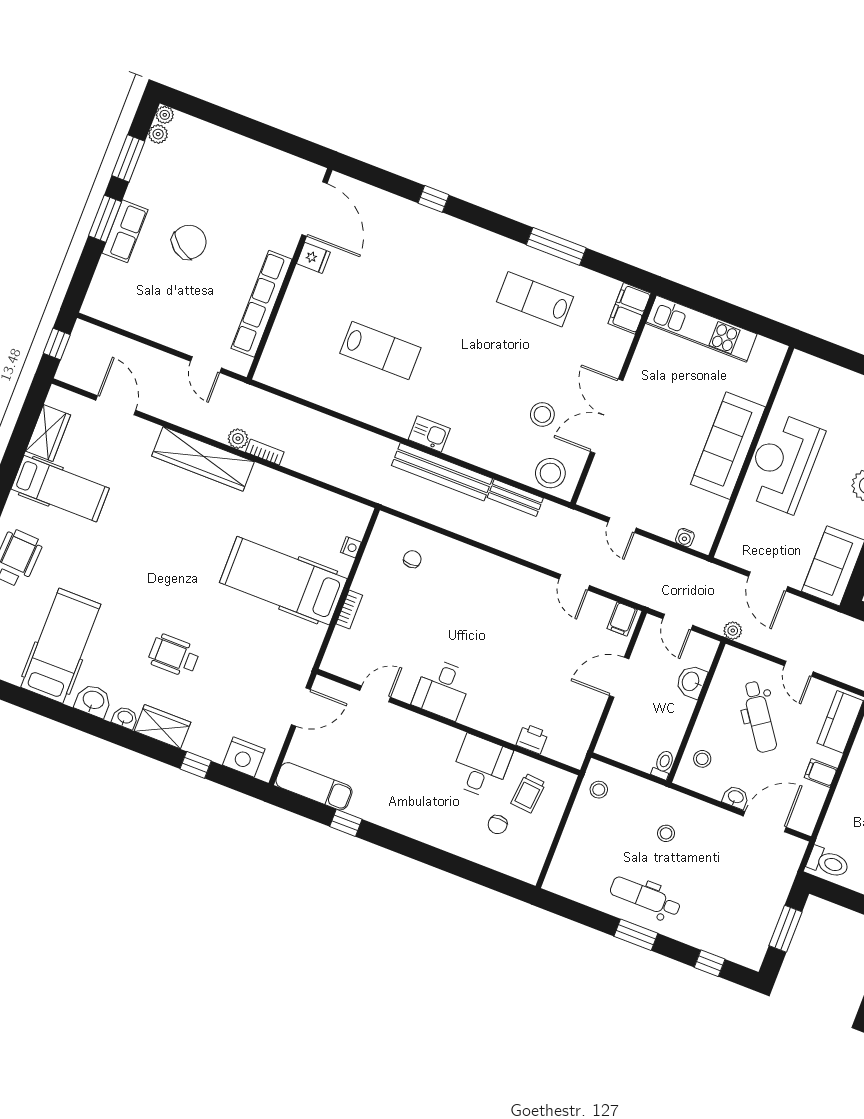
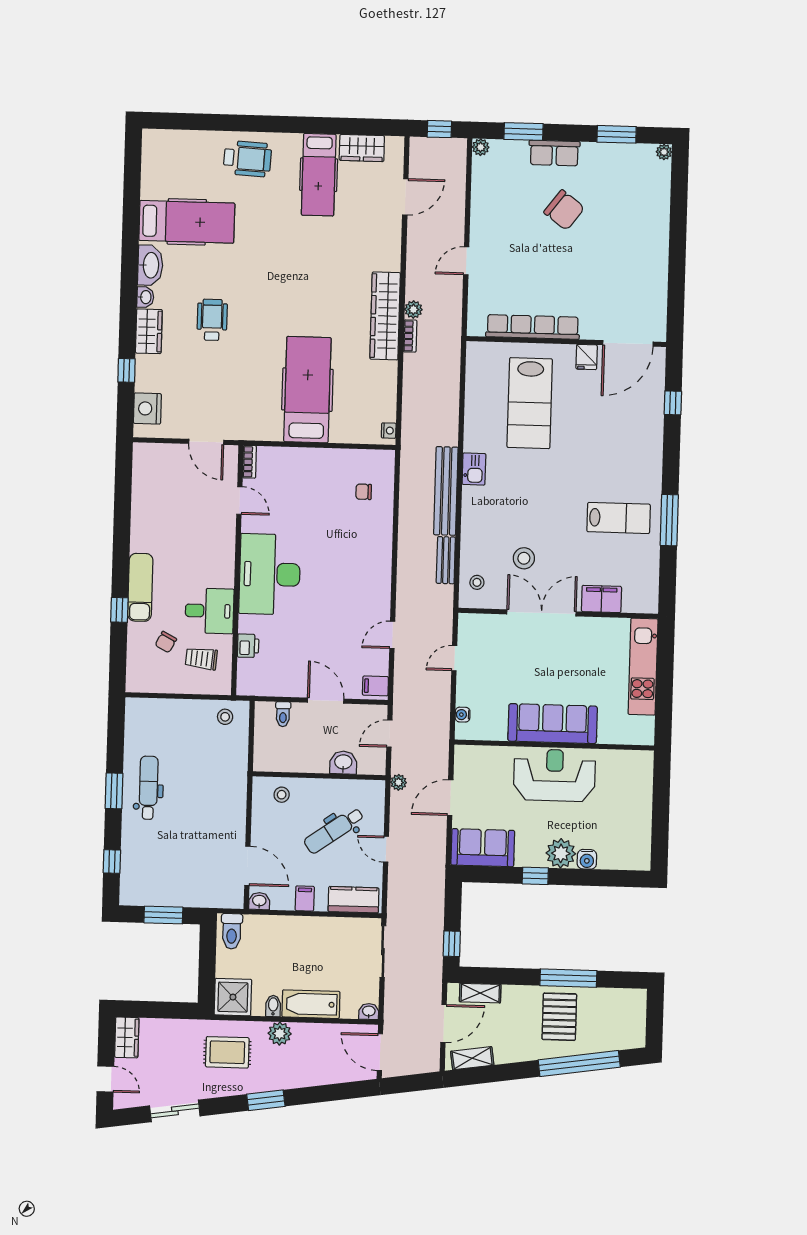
plant: (158, 134) -> (481, 147), moved
door: (314, 209) -> (628, 343), moved
window: (105, 219) -> (523, 132), moved
fridge: (313, 258) -> (587, 357), moved
wall: (290, 274) -> (566, 342), moved
lab bench: (535, 299) -> (619, 518), turned 90
row of seats: (262, 304) -> (533, 327), moved
filing cabinet: (629, 308) -> (601, 599), moved
lab bench: (380, 351) -> (530, 403), width x1.36, depth x1.39
wardrobe: (203, 459) -> (385, 316), moved
stool: (550, 473) -> (477, 582), width x0.53, depth x0.53
nightstand: (351, 547) -> (389, 431), moved, turned -90
chair: (412, 559) -> (364, 492), turned 180
bookcase: (349, 609) -> (250, 462), moved, turned -90
door: (799, 669) -> (386, 849), hinge flipped
desk: (442, 689) -> (270, 574), width x1.87, depth x1.30
washbasin: (93, 701) -> (150, 265), width x1.38
toilet: (663, 765) -> (283, 714), moved, turned 90
exam couch: (314, 786) -> (140, 587), moved
washbasin: (736, 797) -> (259, 901), moved, turned -90
window: (346, 823) -> (119, 610), moved
chair: (498, 825) -> (166, 642), turned -62
stool: (666, 833) -> (208, 786), removed

